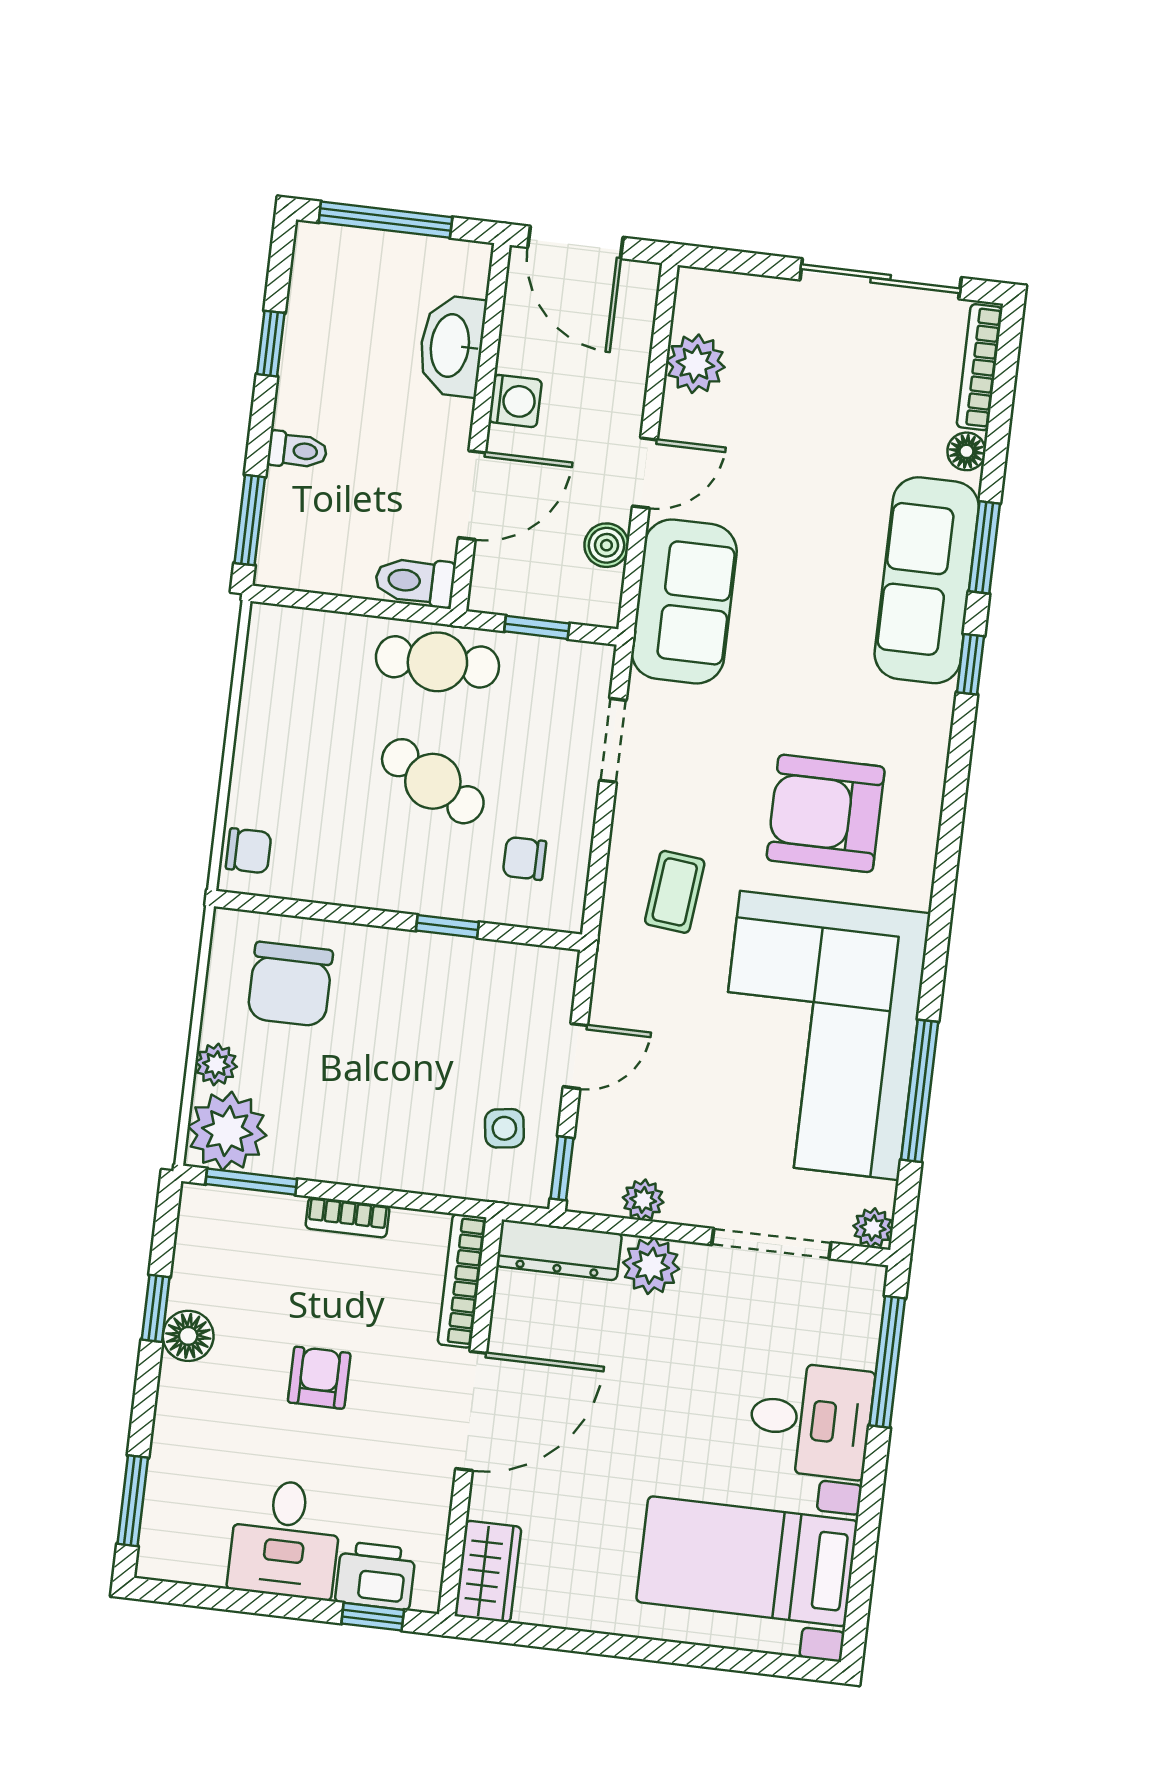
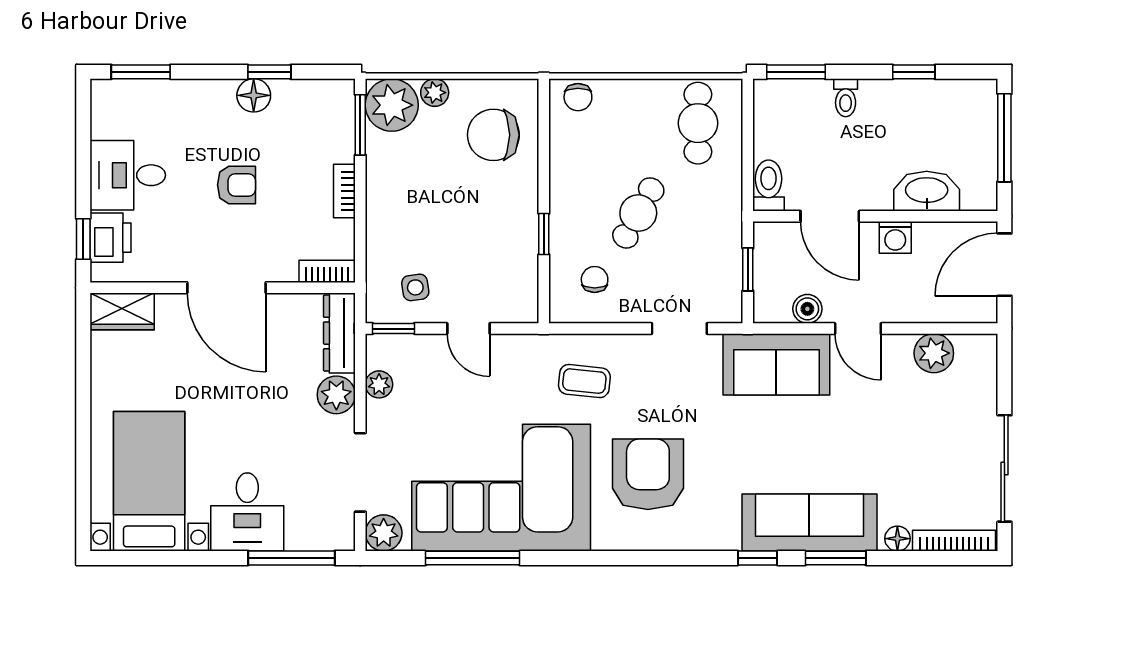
cafe table: (437, 662) -> (698, 123), moved
plant: (873, 1228) -> (384, 533), width x1.38, depth x1.38
bookcase: (462, 1281) -> (327, 271), width x0.64

